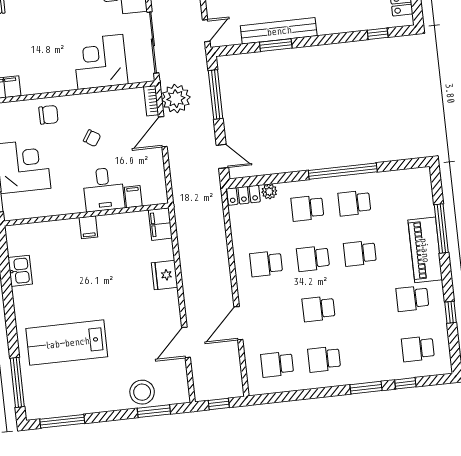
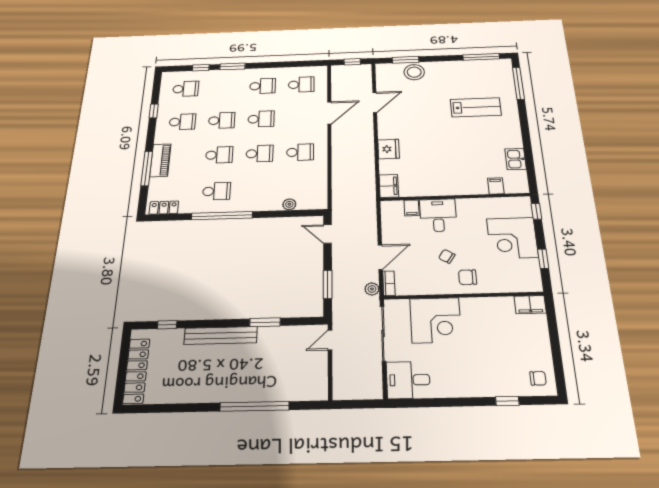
bench: (279, 31) -> (221, 336), moved
window: (216, 94) -> (328, 284), width x0.69
plant: (176, 99) -> (372, 289), width x0.53, depth x0.53
chair: (48, 115) -> (468, 277), moved
locker: (243, 195) -> (164, 208), moved
school desk: (307, 208) -> (222, 120), moved
filing cabinet: (88, 227) -> (496, 186), moved
piano: (425, 250) -> (160, 160), width x0.73, depth x0.75
lab bench: (67, 343) -> (476, 107), width x0.73, depth x0.72

